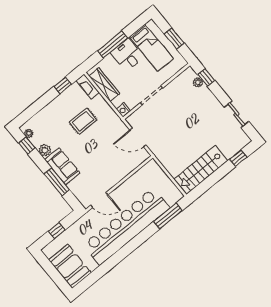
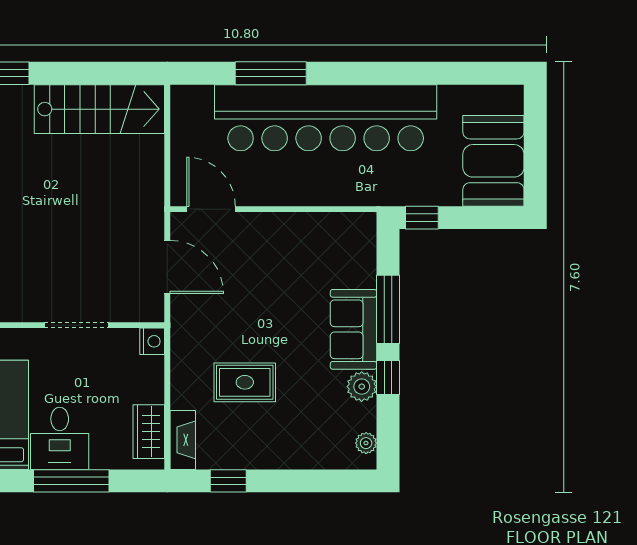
wardrobe: (104, 85) -> (149, 432), width x0.67
window: (27, 145) -> (388, 378), moved
door: (99, 200) -> (211, 209), moved
window: (168, 216) -> (271, 73), moved
window: (57, 231) -> (422, 218), moved
booth: (70, 266) -> (493, 161), moved

